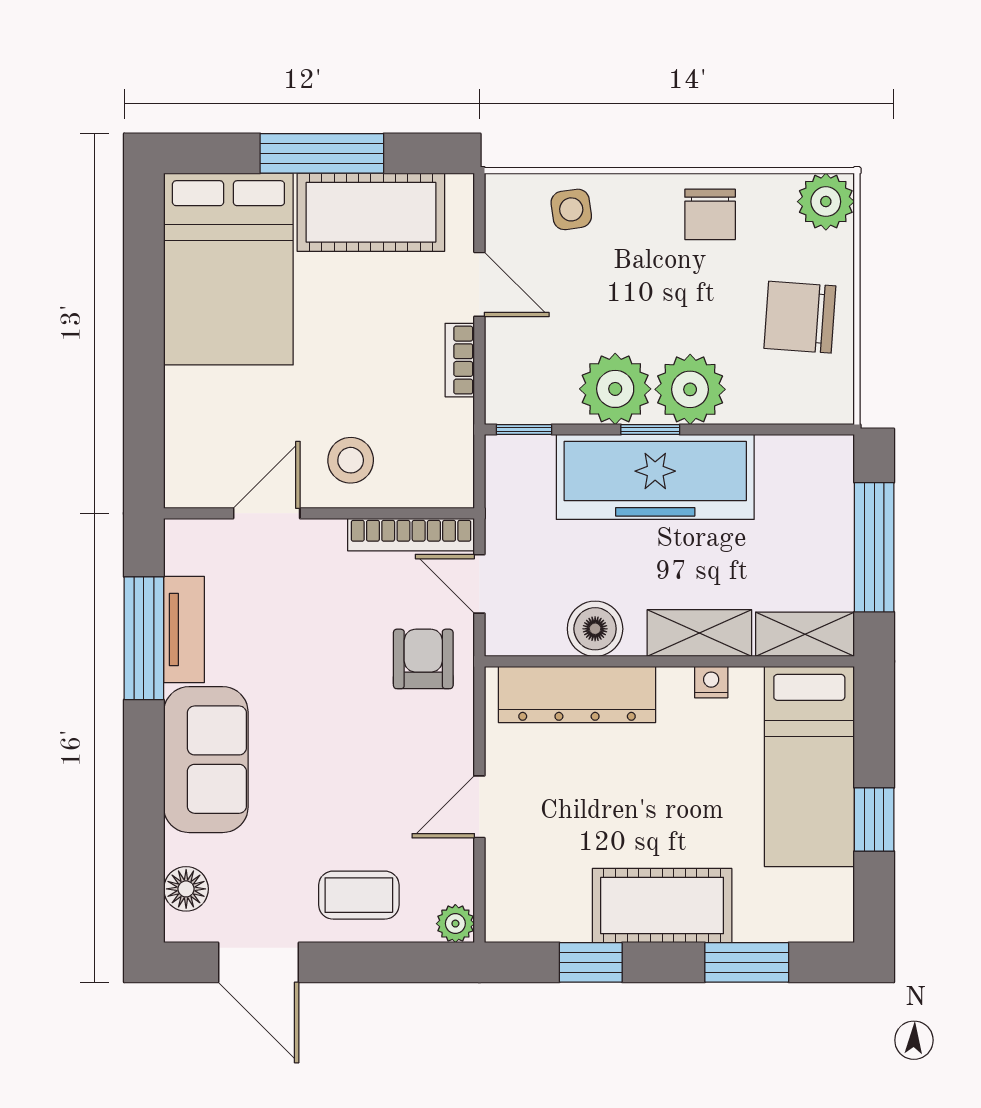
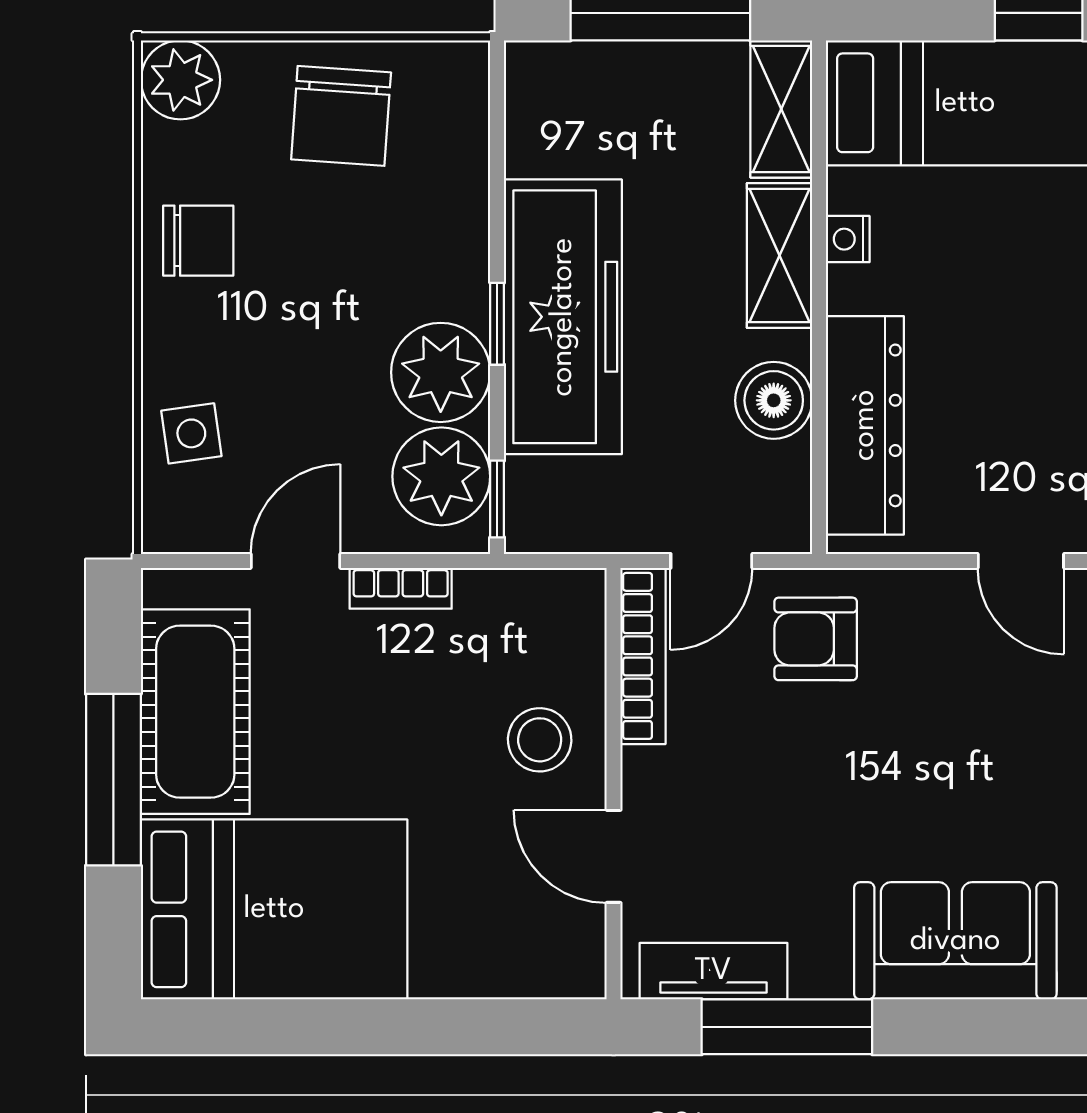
plant: (690, 389) -> (441, 476), moved
tv unit: (184, 630) -> (713, 971), moved

